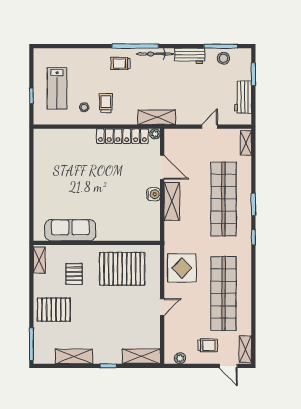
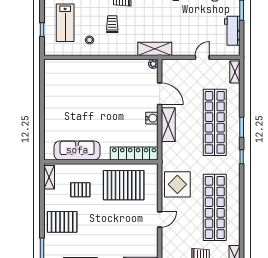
trolley: (106, 103) -> (112, 24), moved
locker: (122, 136) -> (134, 153), moved, turned 180
pallet: (74, 274) -> (80, 190), turned 90

